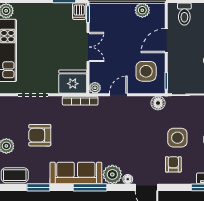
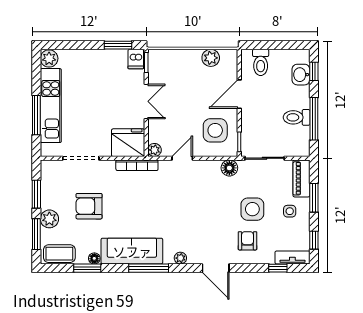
plant: (112, 174) -> (180, 258), width x0.53, depth x0.53
floor lamp: (128, 179) -> (94, 258), moved

